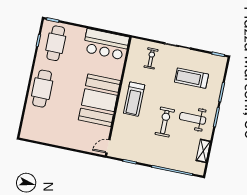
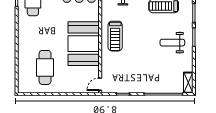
cafe table: (42, 89) -> (45, 67), moved
exercise bike: (165, 122) -> (148, 51), removed
shelving: (203, 151) -> (188, 83), moved

